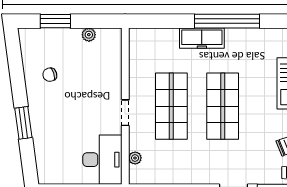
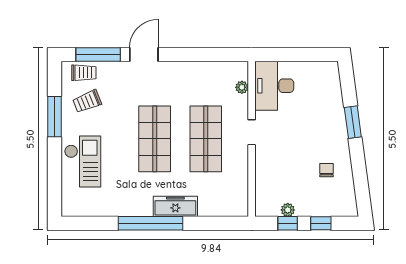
window: (55, 21) -> (321, 223), width x0.67
window: (89, 21) -> (288, 223), added
chair: (50, 75) -> (326, 170), turned -74

